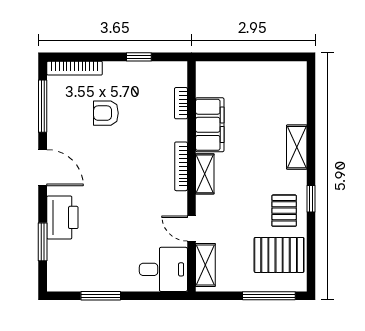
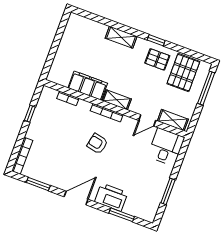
window: (43, 106) -> (38, 184), width x0.69
armchair: (106, 113) -> (97, 144), moved, turned 102

